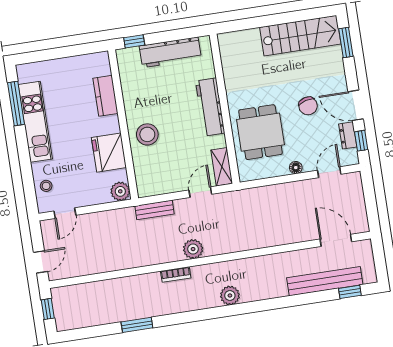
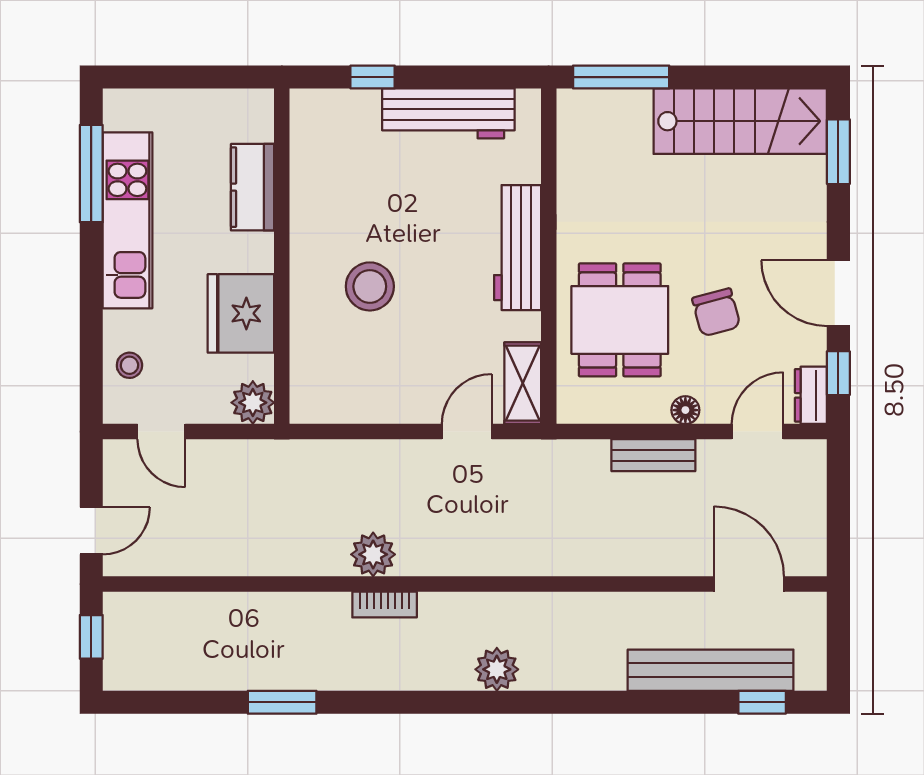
window: (244, 24) -> (621, 77), added
kitchen counter: (105, 96) -> (253, 187), moved
chair: (308, 106) -> (716, 312), moved
wall: (123, 124) -> (282, 256), moved
dresser: (348, 135) -> (811, 395), moved
fridge: (109, 153) -> (241, 313), moved
plant: (120, 191) -> (253, 403), moved
bench: (155, 210) -> (653, 455), moved
door: (65, 213) -> (161, 432), hinge flipped
plant: (193, 249) -> (373, 554), moved

